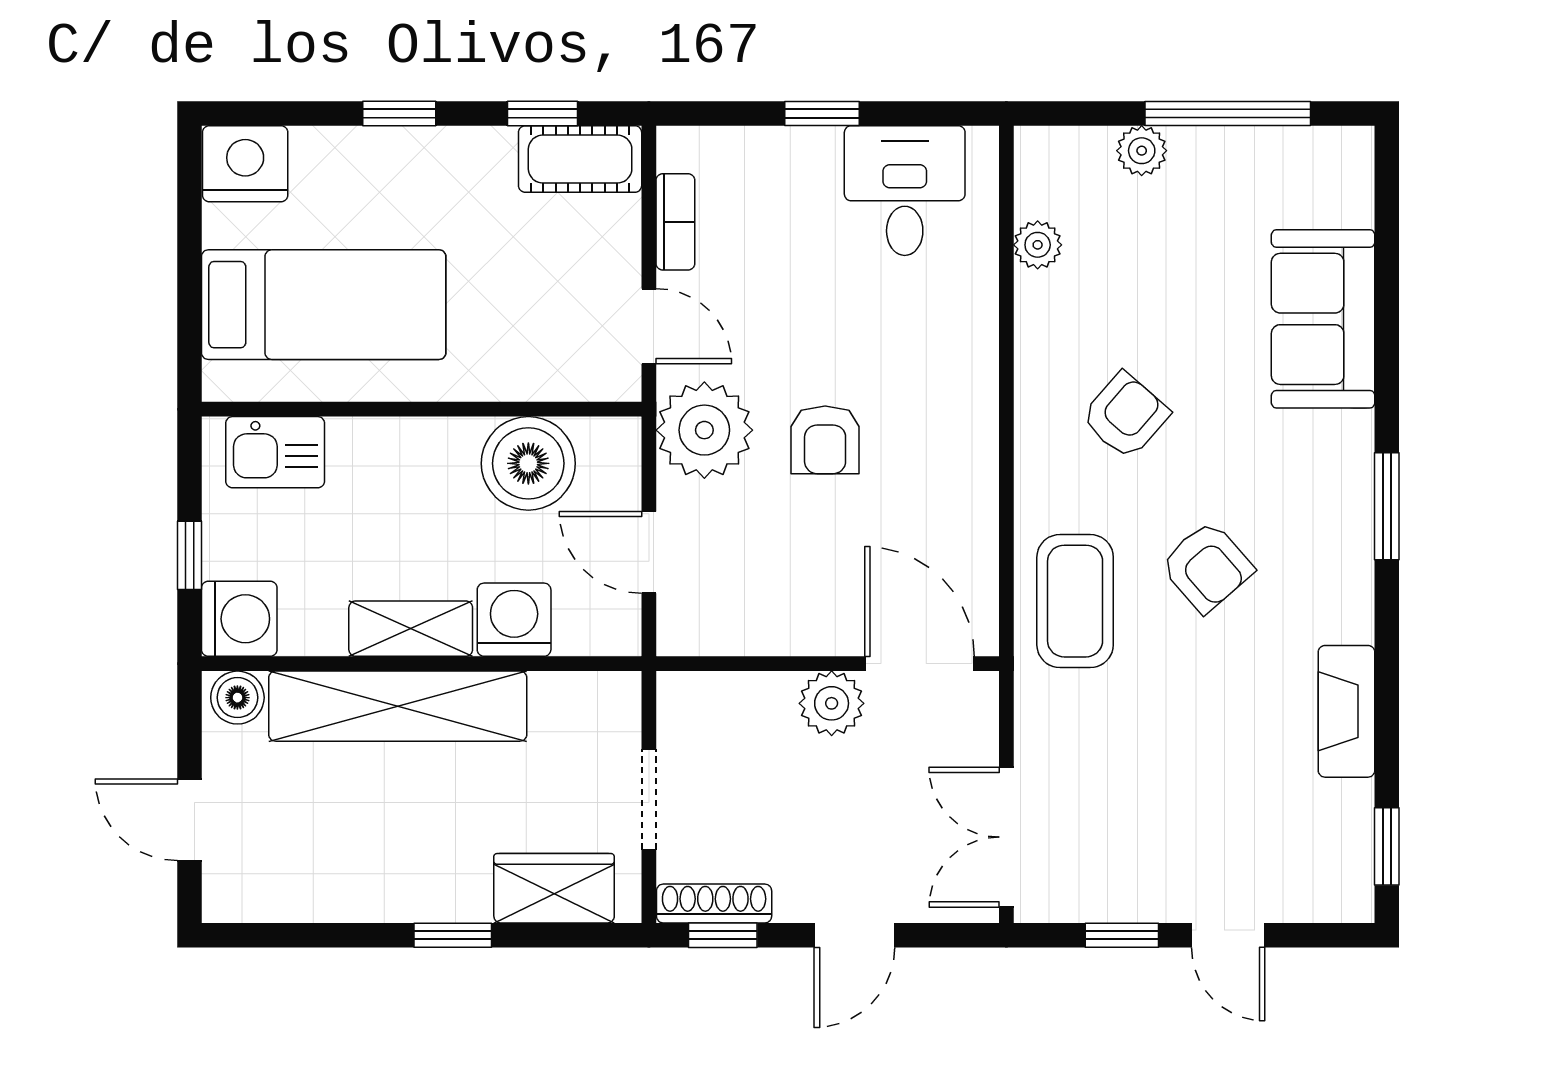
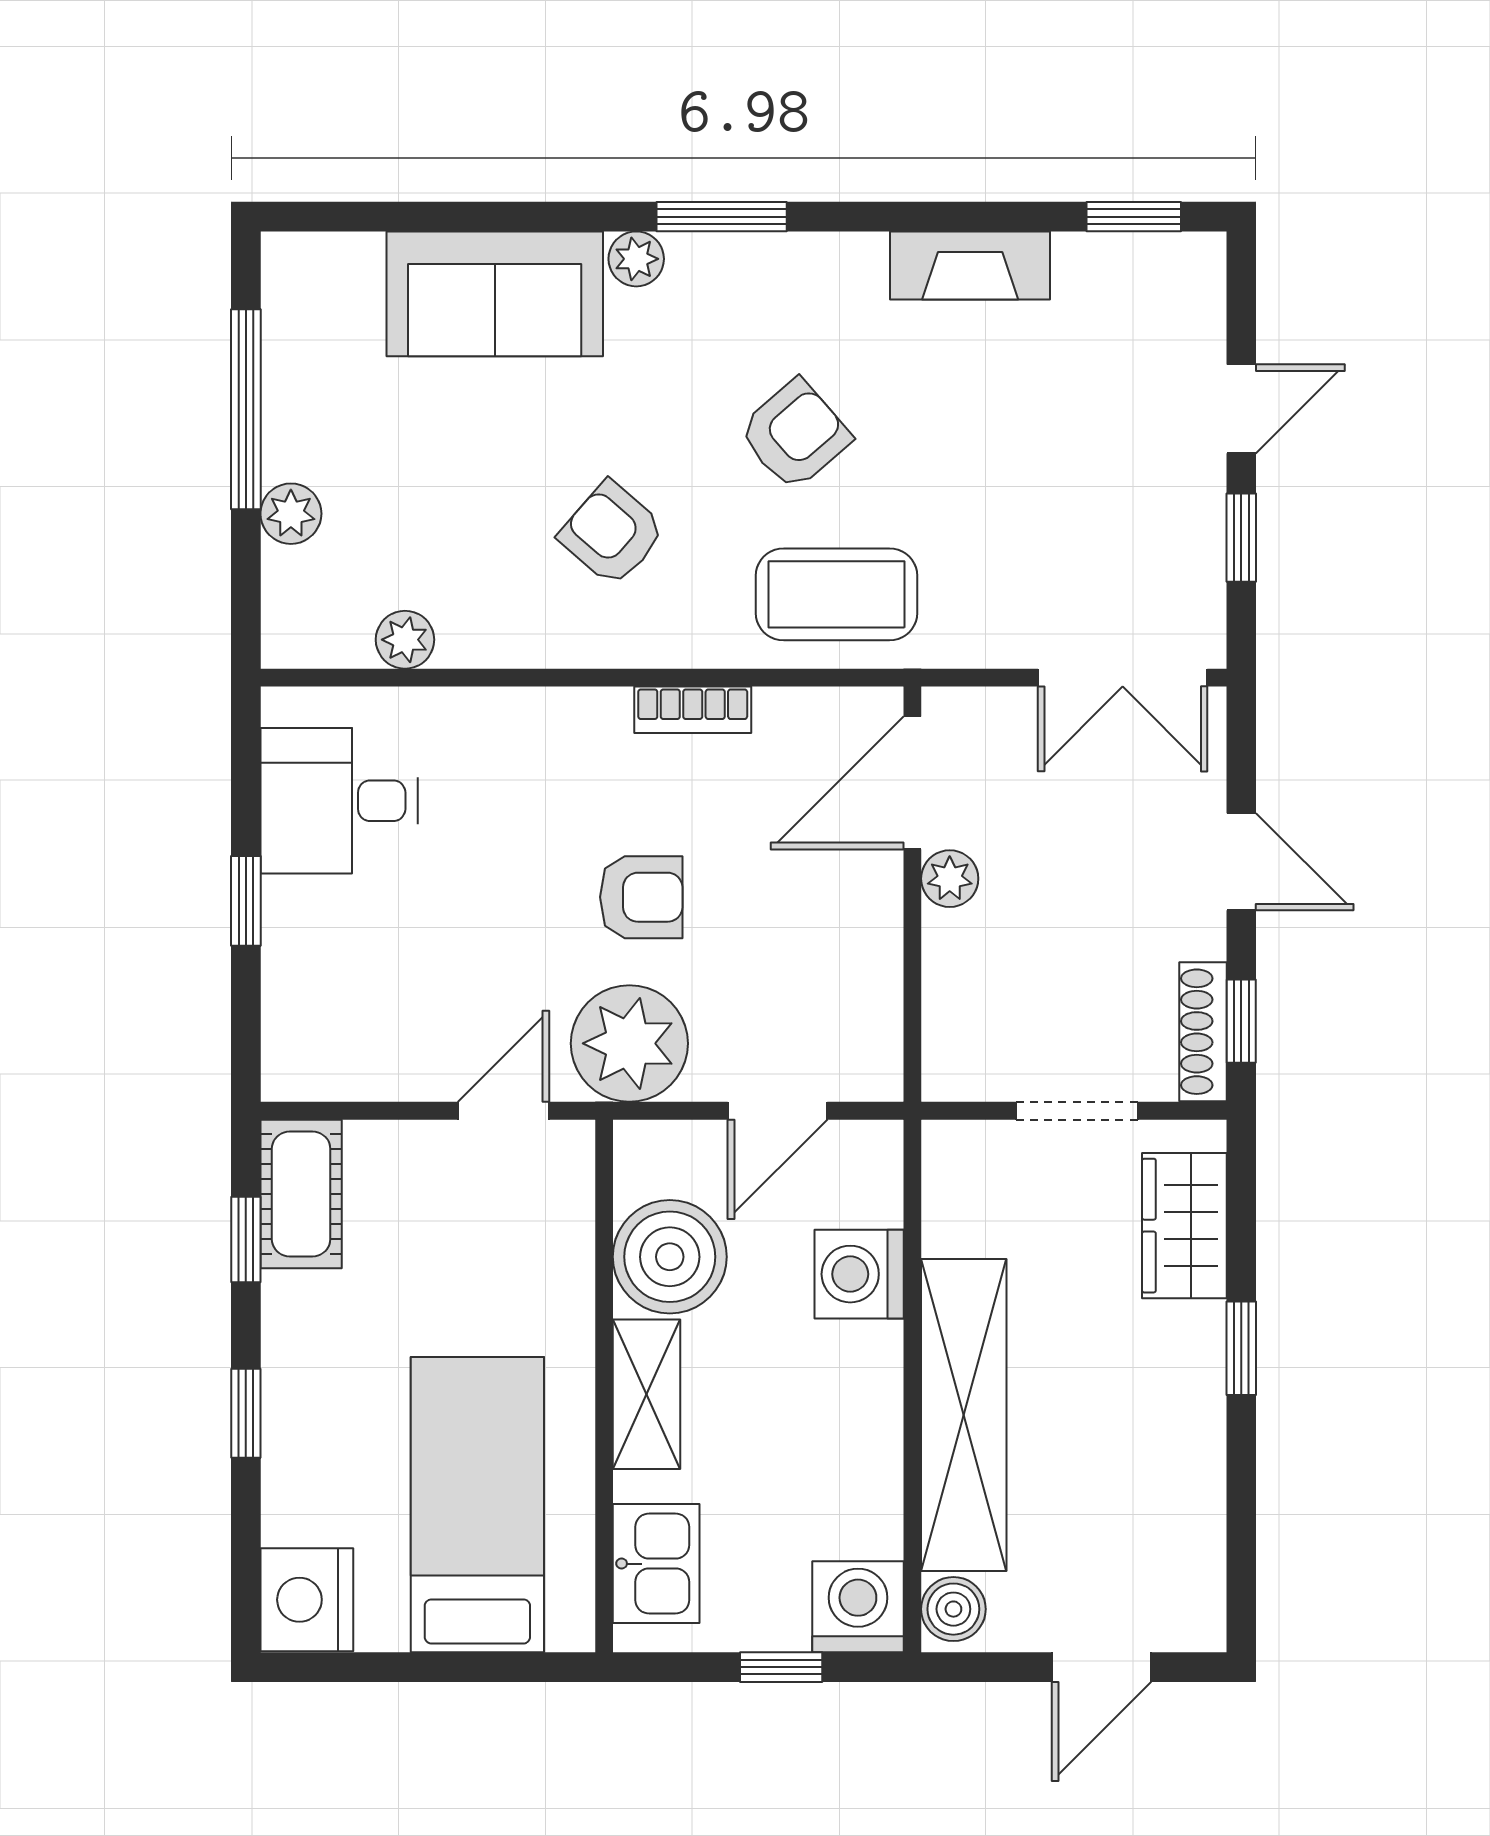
bookcase: (675, 222) -> (693, 710), moved, turned 180
plant: (1352, 436) -> (636, 259), added
shelving: (411, 629) -> (647, 1394), moved
plant: (832, 703) -> (950, 879), width x0.73, depth x0.73

